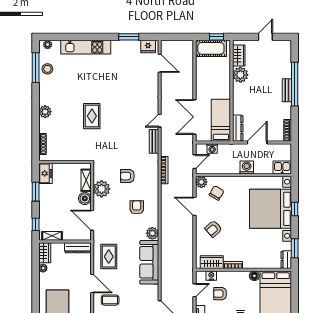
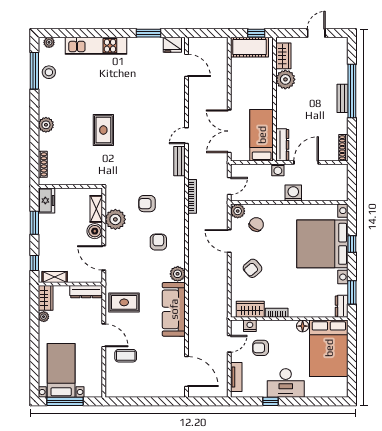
washing machine: (212, 148) -> (278, 170), moved
kitchen sink: (282, 167) -> (337, 193), removed
rug: (109, 257) -> (124, 302), turned 90

